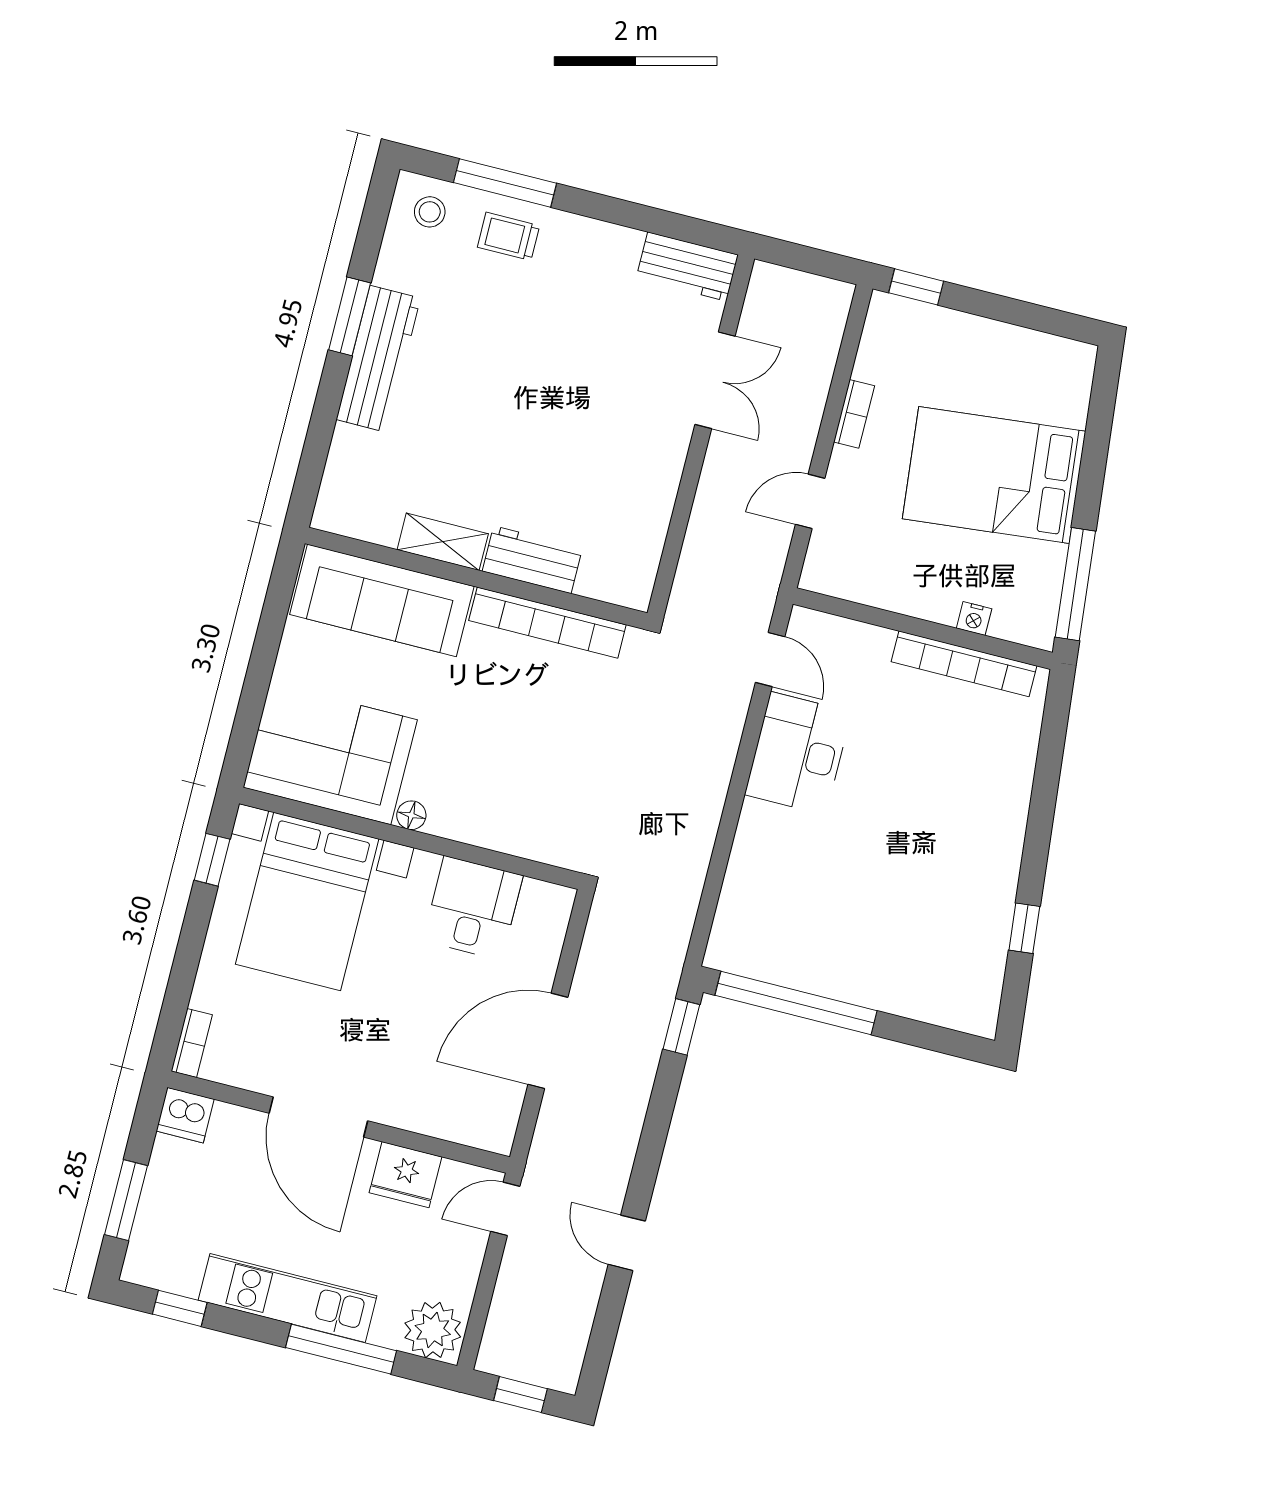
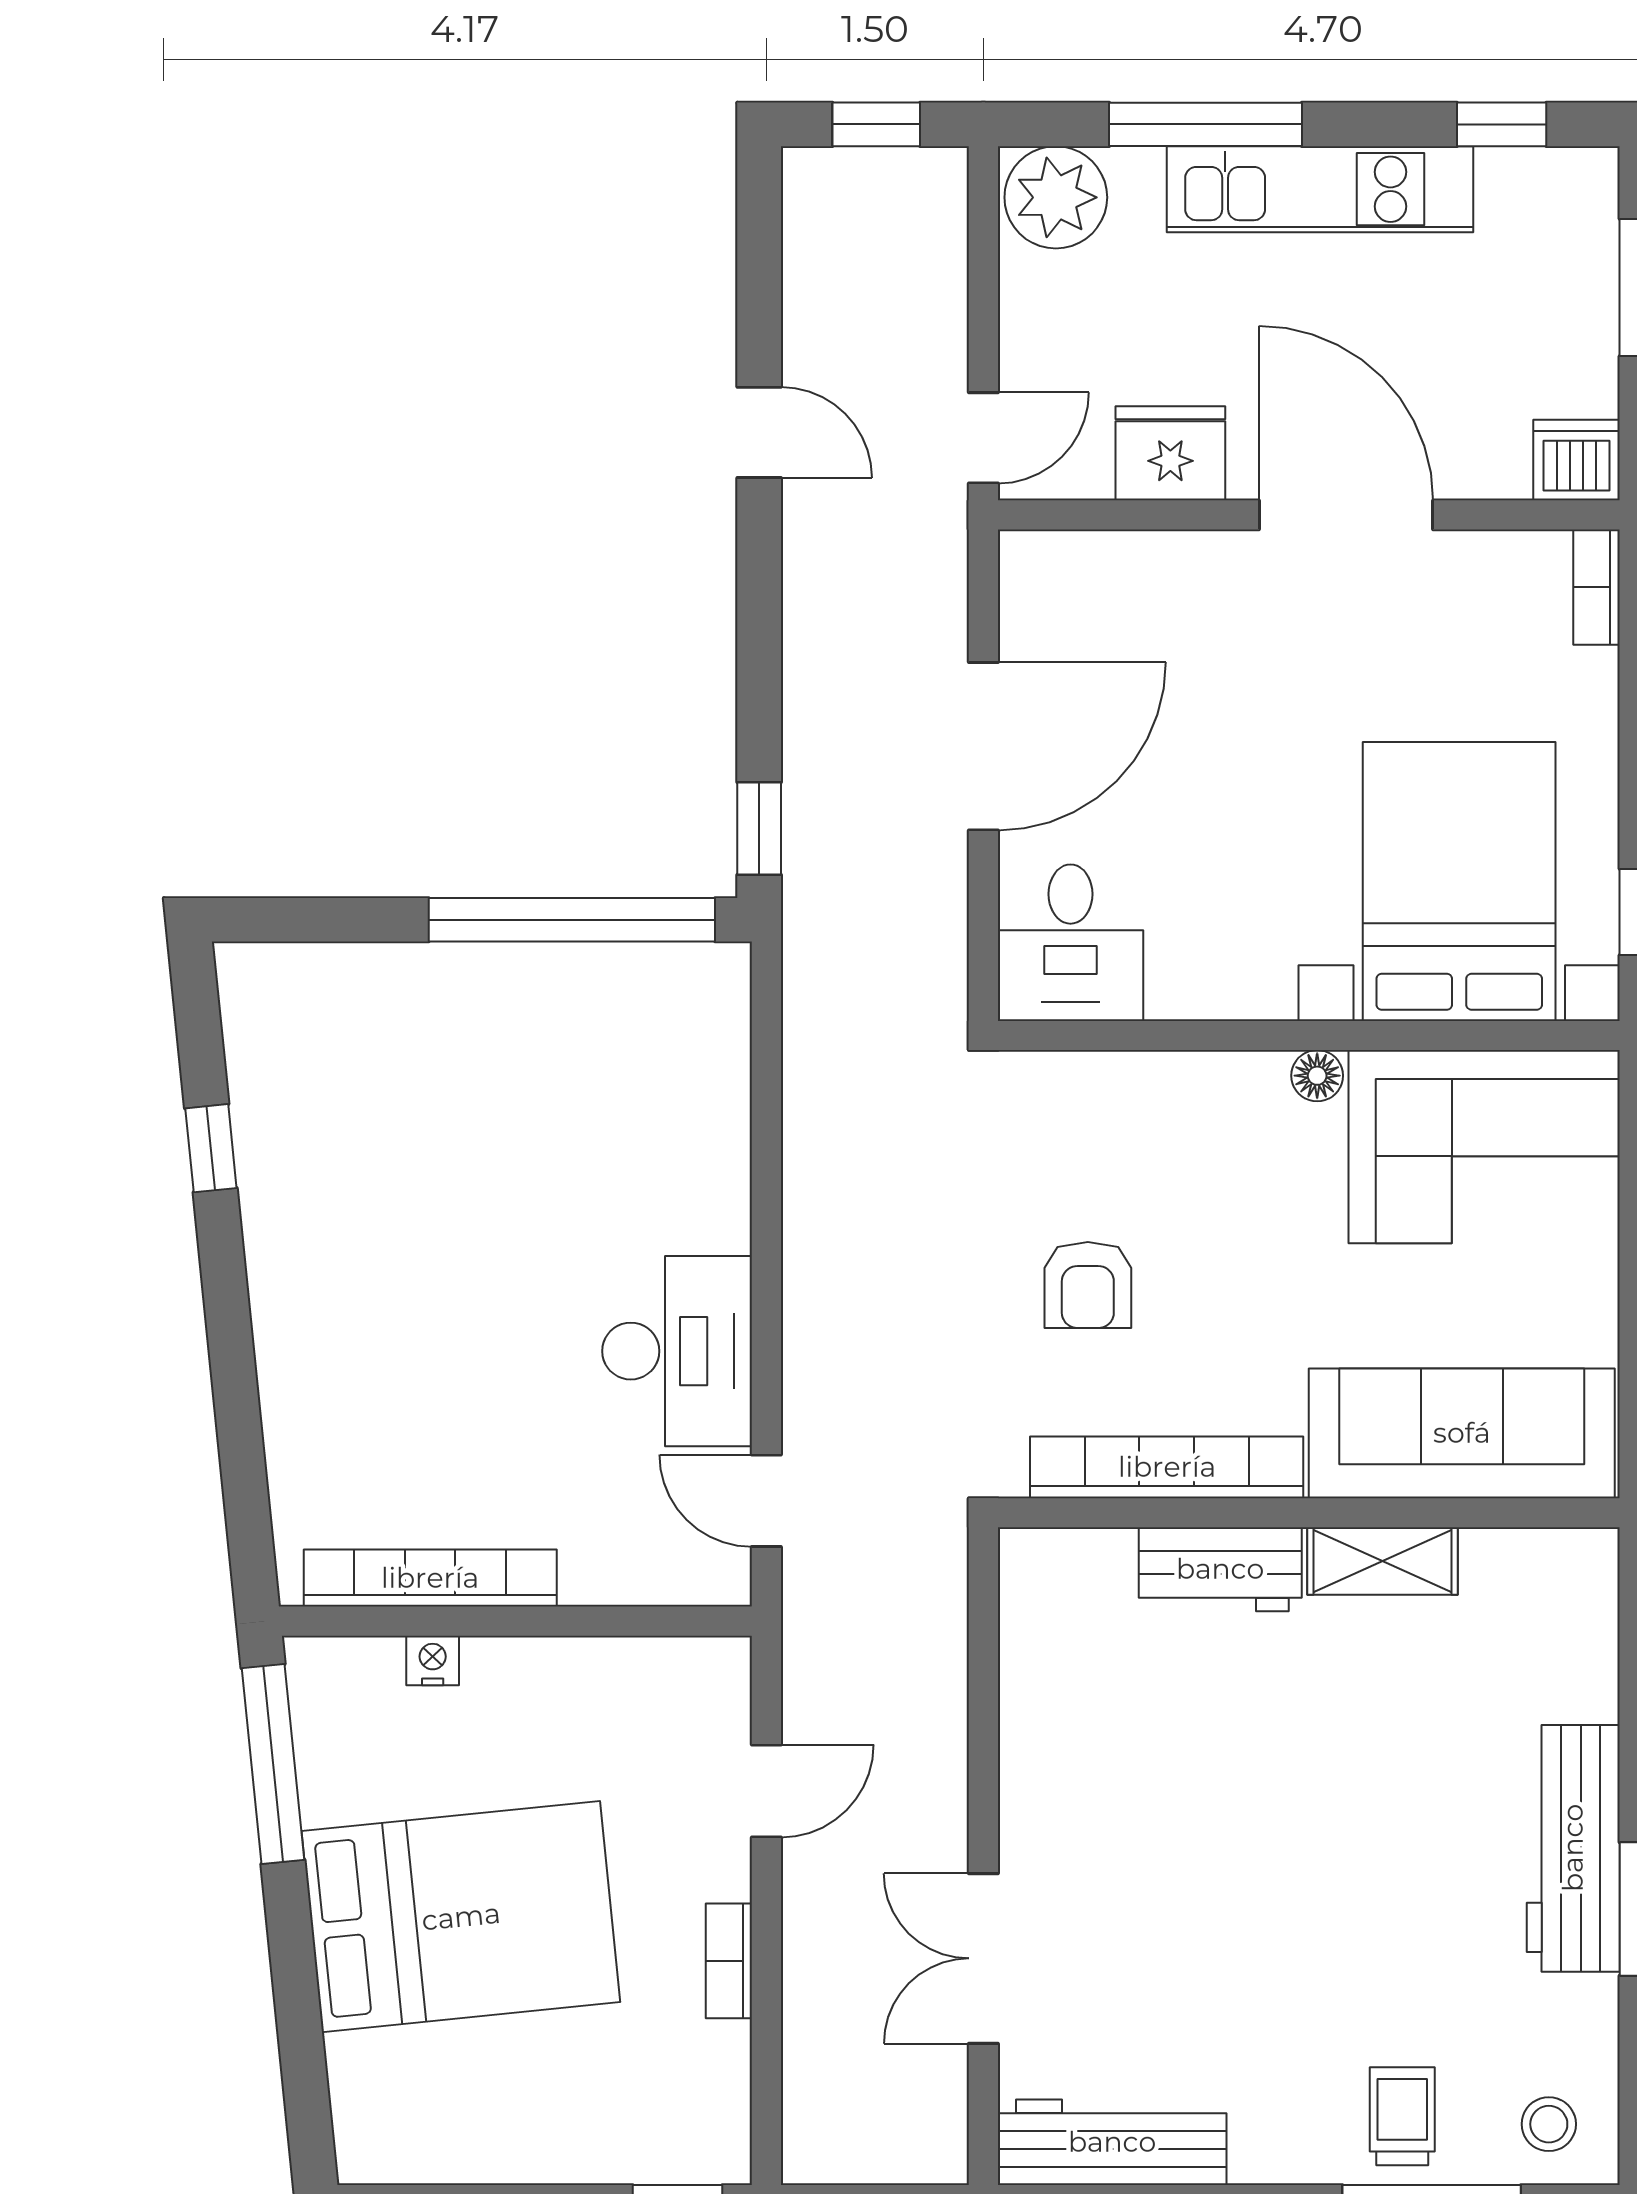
trolley: (508, 236) -> (1402, 2116), turned -90
workbench: (687, 267) -> (1112, 2142), width x1.38
armchair: (565, 733) -> (1088, 1285), added
desk: (473, 908) -> (1070, 943), moved

